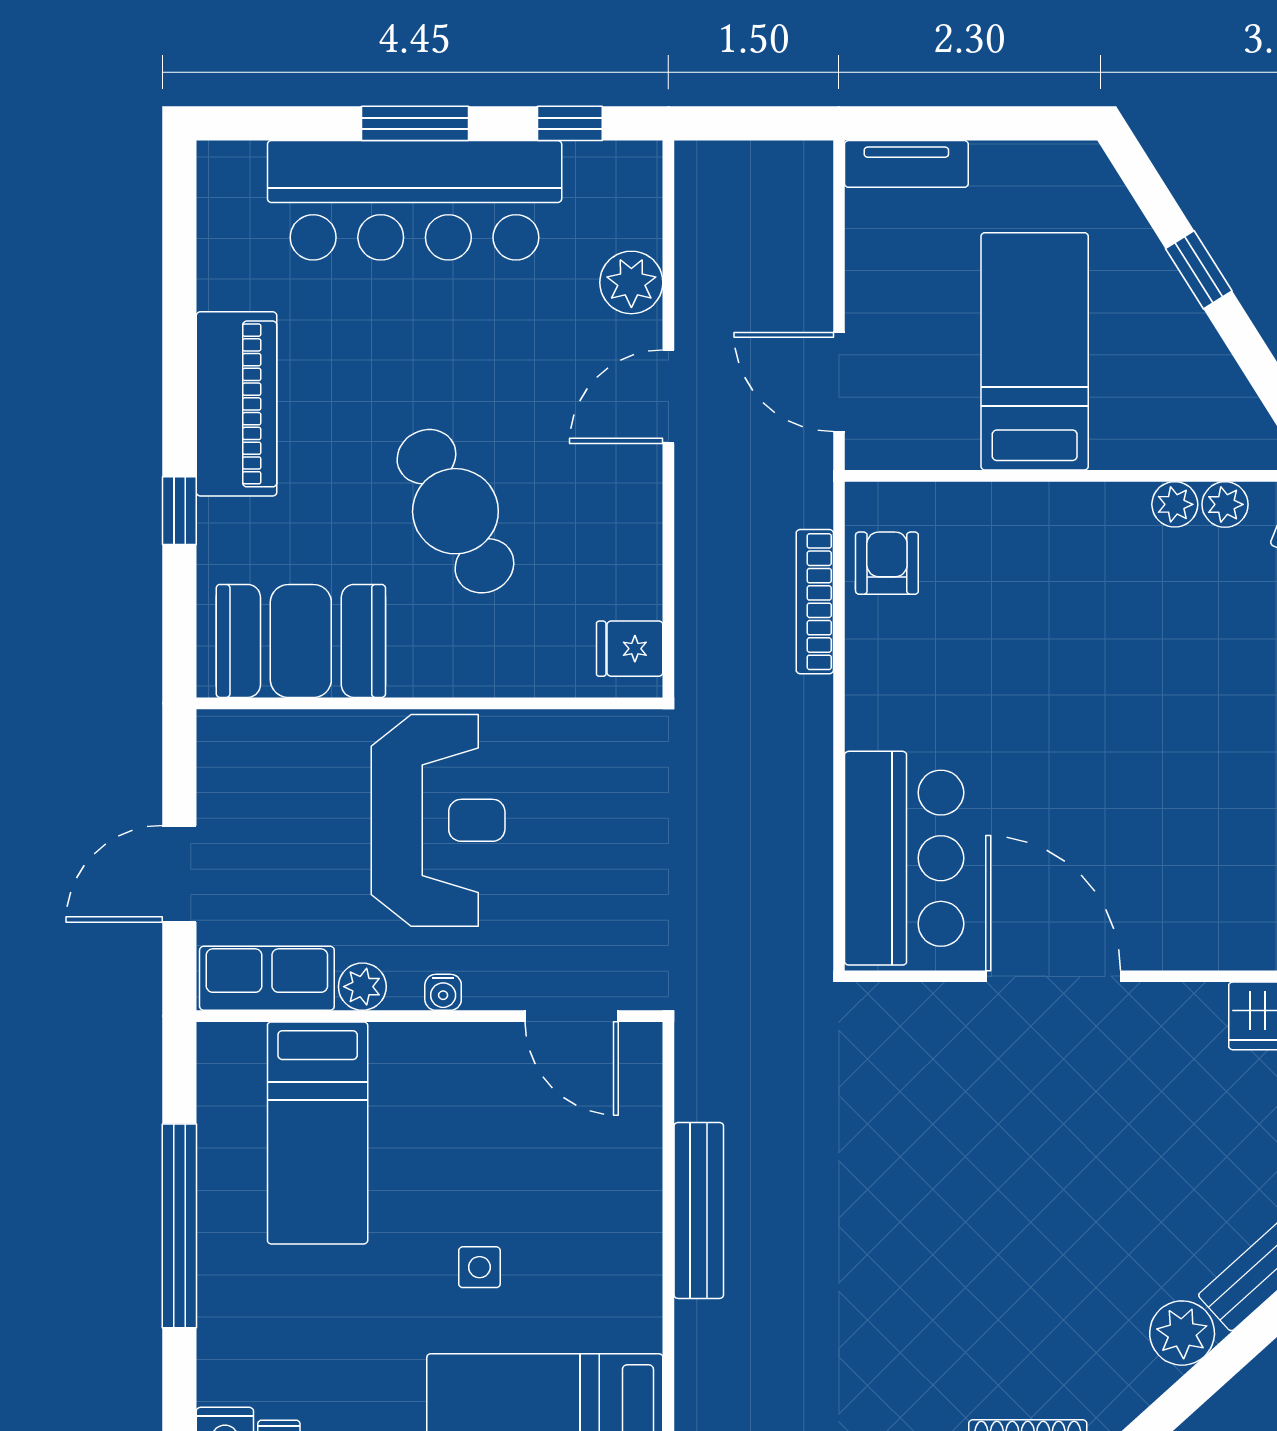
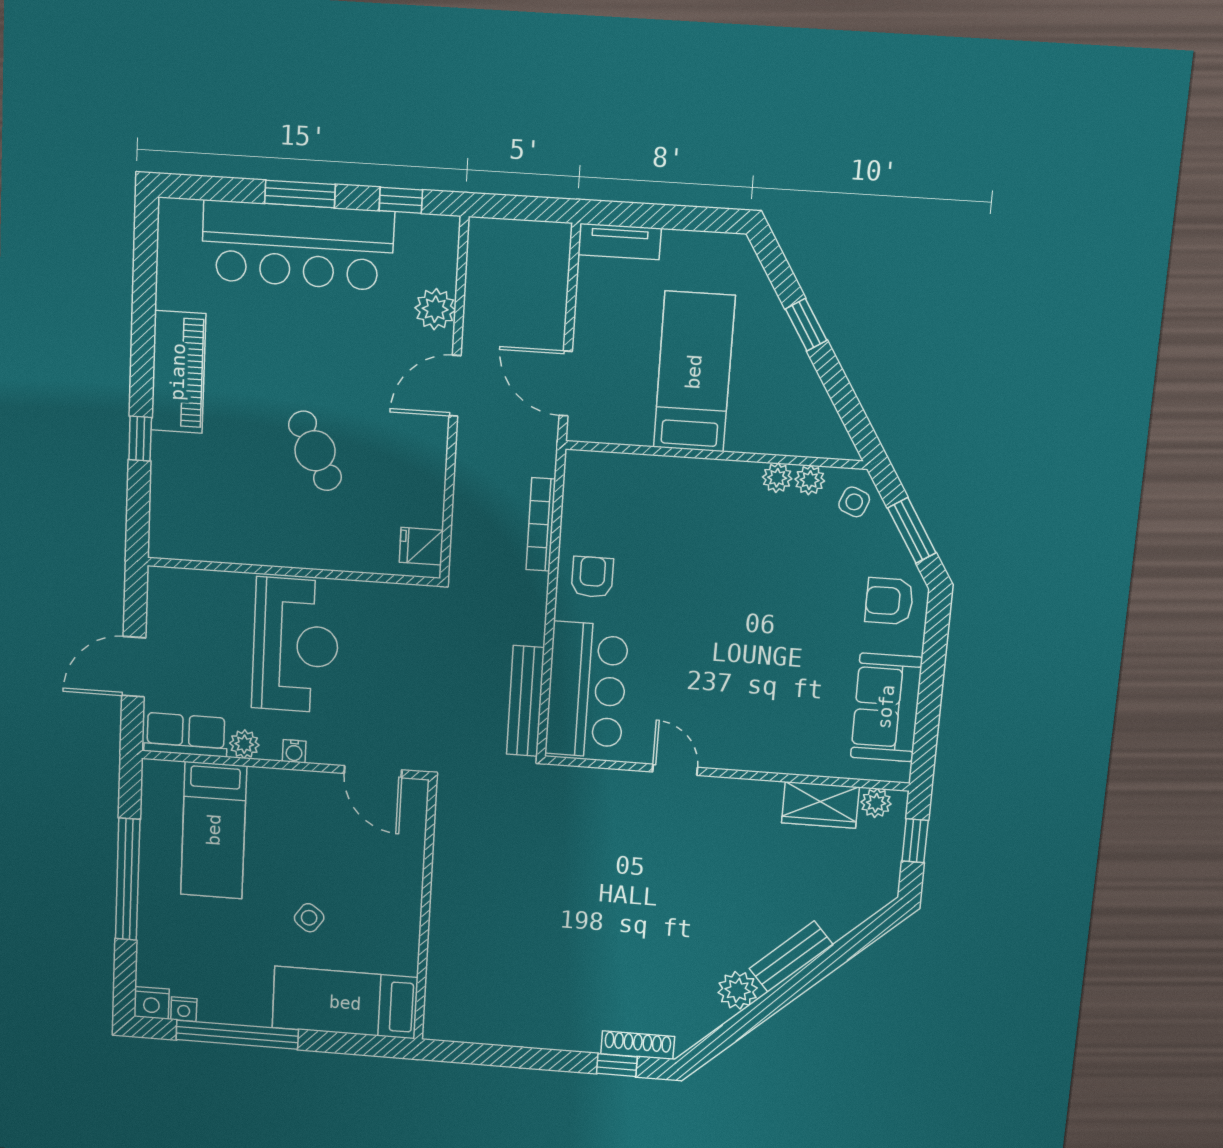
cafe table: (455, 511) -> (315, 451), width x0.73, depth x0.74
armchair: (887, 563) -> (592, 577), moved
booth: (301, 641) -> (214, 527), removed
door: (1053, 976) -> (675, 770), width x0.53
bench: (699, 1210) -> (525, 701), moved
side table: (479, 1267) -> (309, 918), turned 36

